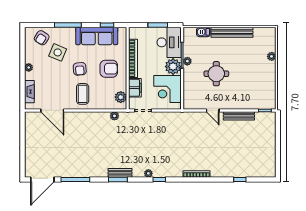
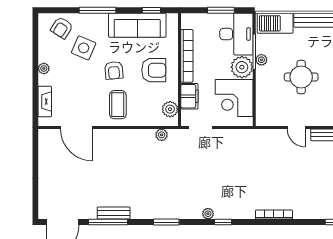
barbecue: (203, 32) -> (275, 23), width x1.88, depth x1.53
bench: (120, 173) -> (114, 213), moved

